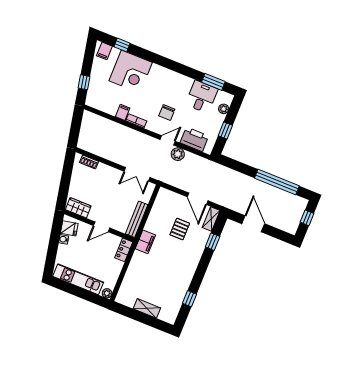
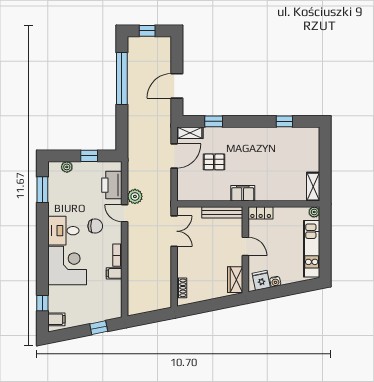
corner desk: (131, 72) -> (67, 266), moved
desk: (202, 97) -> (63, 231), moved
shelving: (147, 308) -> (313, 187), moved

